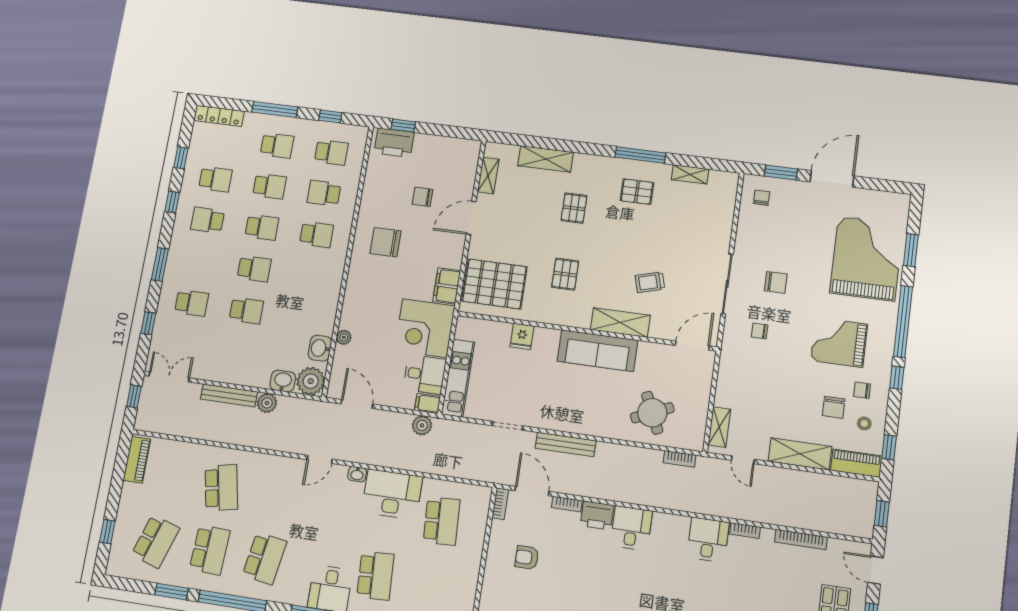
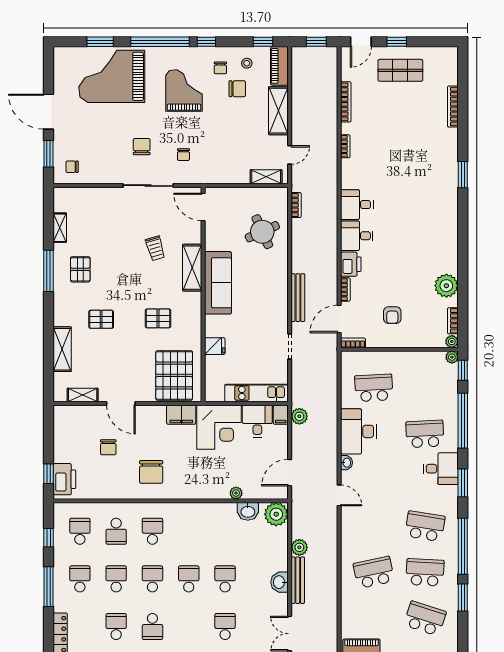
grand piano: (839, 342) -> (184, 90), turned 180
washbasin: (283, 381) -> (279, 582), moved
desk: (708, 540) -> (357, 205), moved

